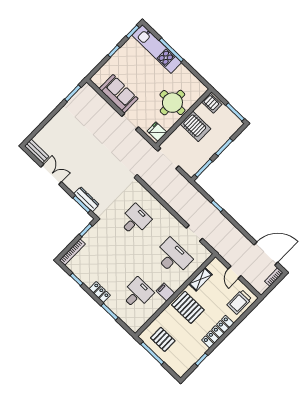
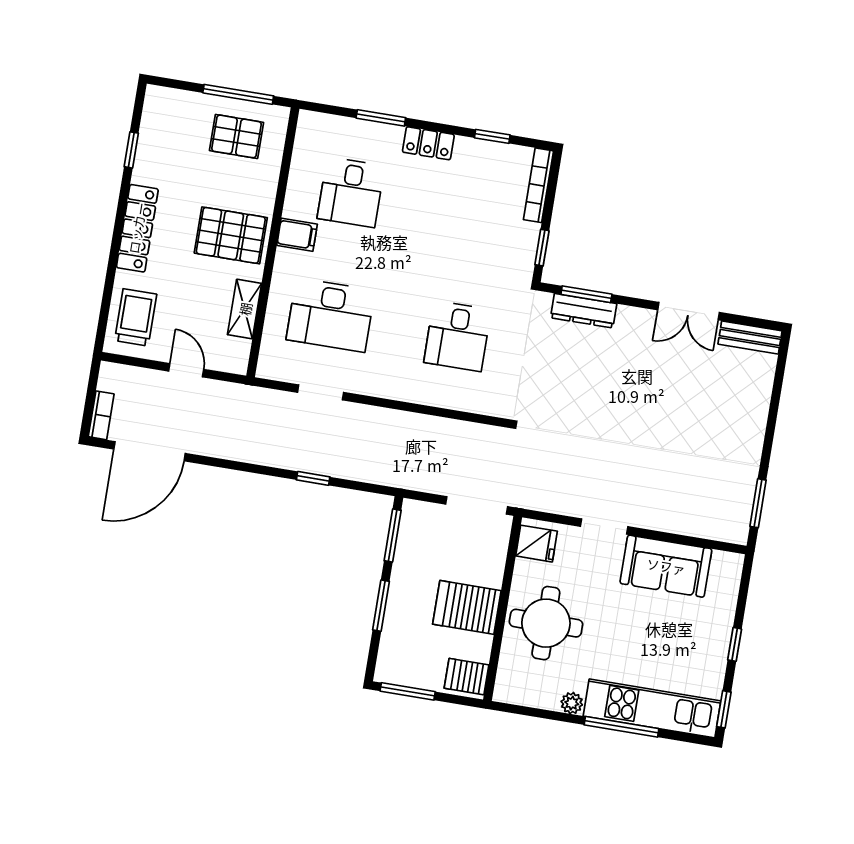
plant: (182, 70) -> (572, 703), added

